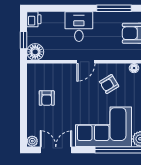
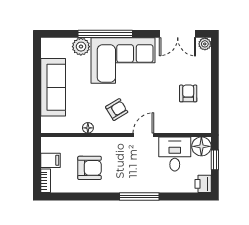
window: (114, 8) -> (139, 196), moved
desk: (79, 27) -> (175, 154), moved, turned 180

